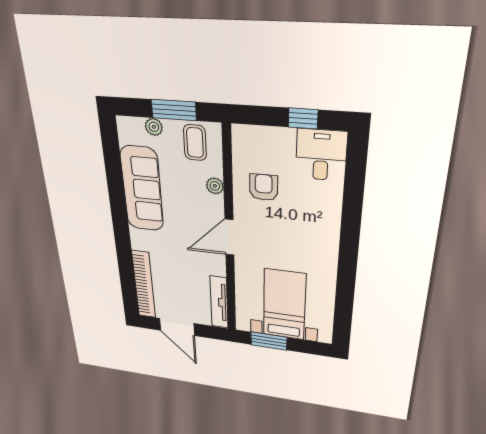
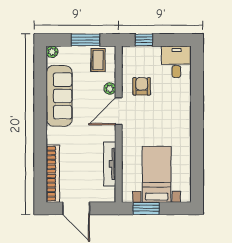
window: (303, 118) -> (144, 40), moved
plant: (154, 127) -> (52, 52), moved
door: (229, 237) -> (119, 111), moved
tv unit: (219, 302) -> (110, 164), moved

